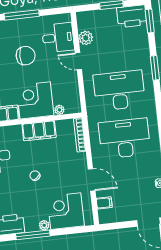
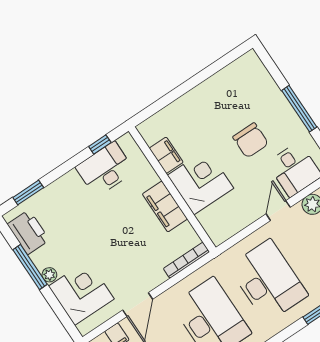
plant: (59, 110) -> (204, 218), removed
chair: (35, 176) -> (106, 231), removed

